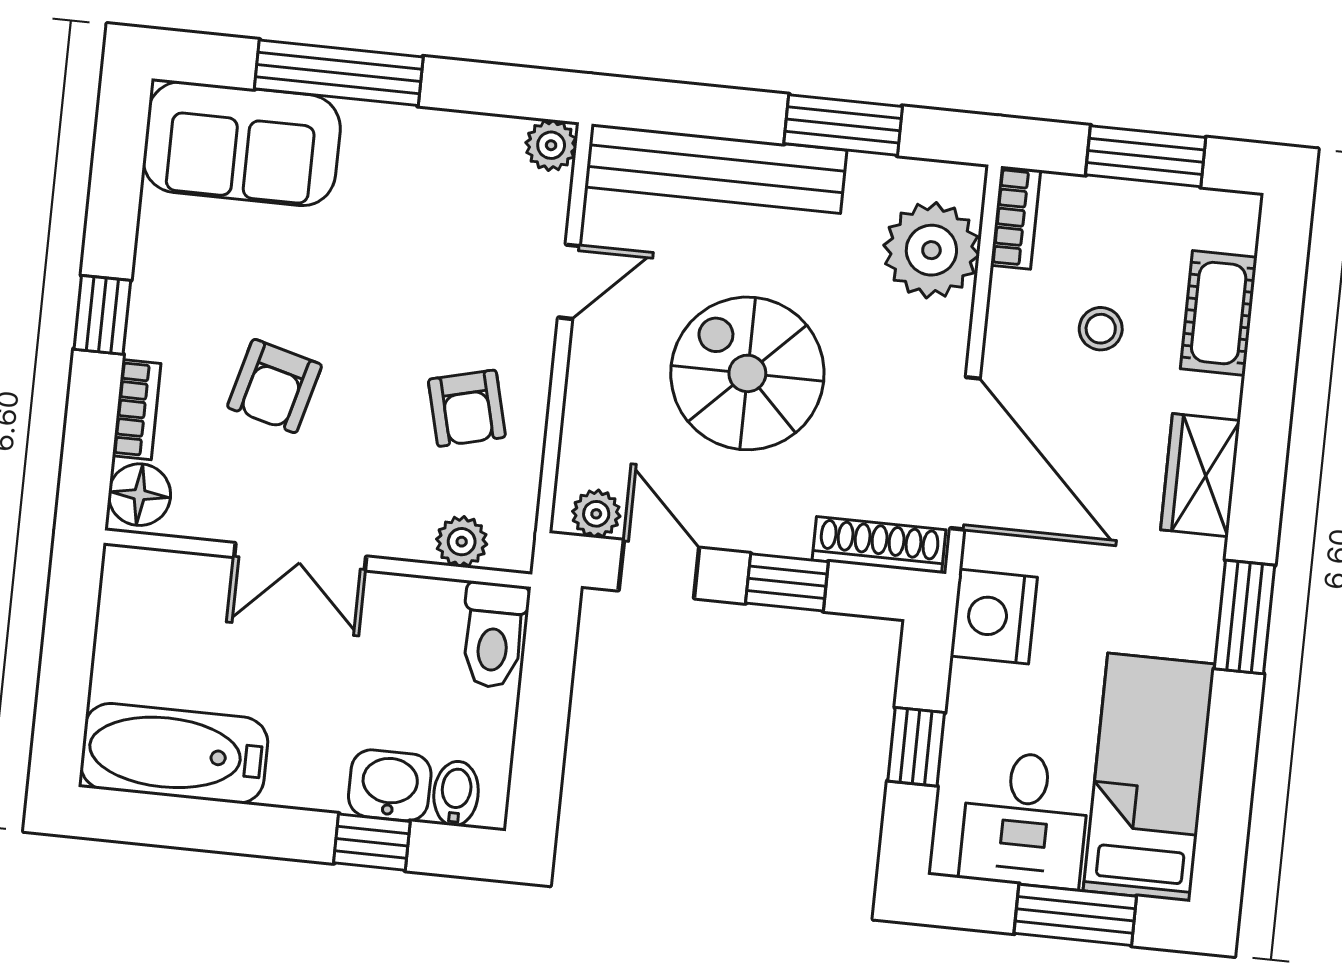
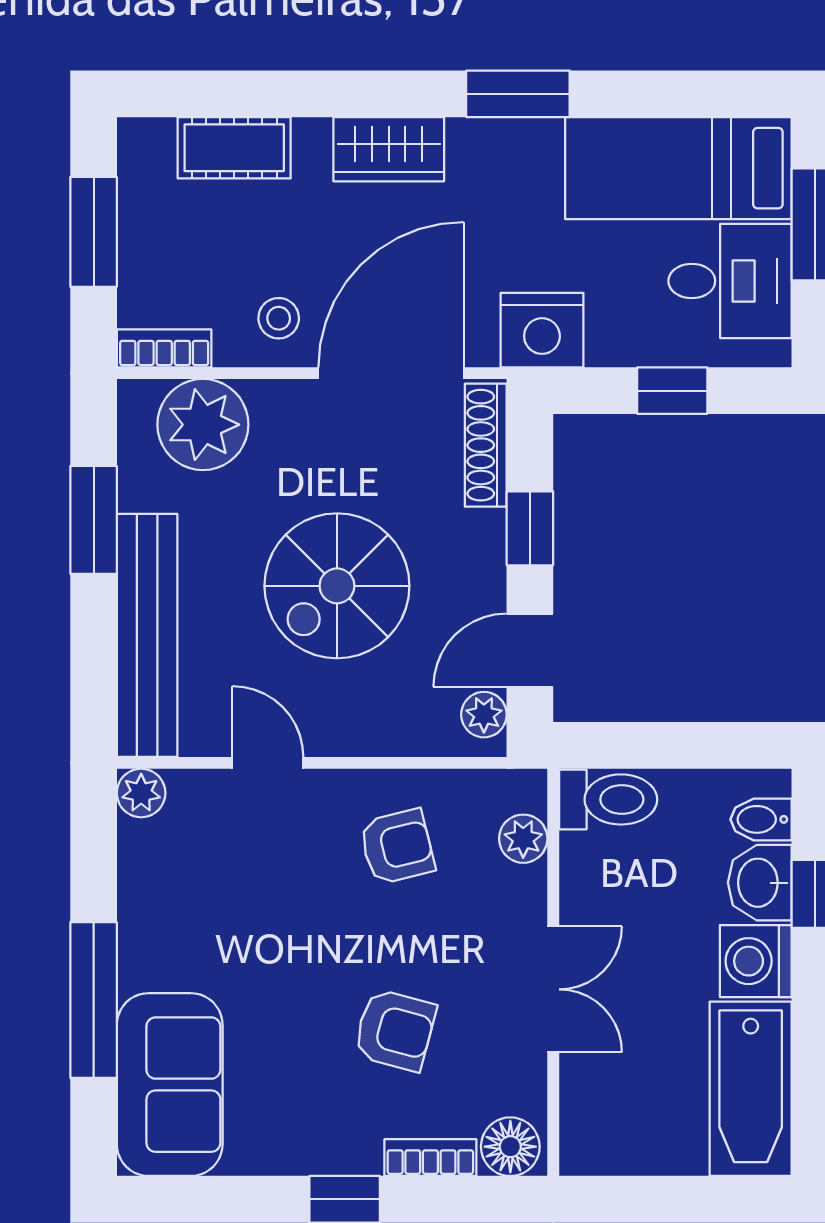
stool: (1101, 329) -> (279, 318), moved
washing machine: (308, 773) -> (756, 961), added

